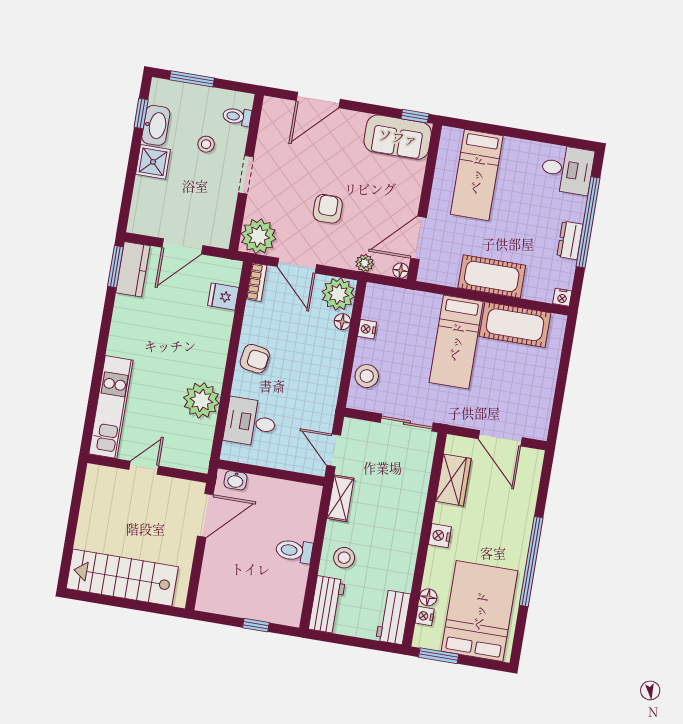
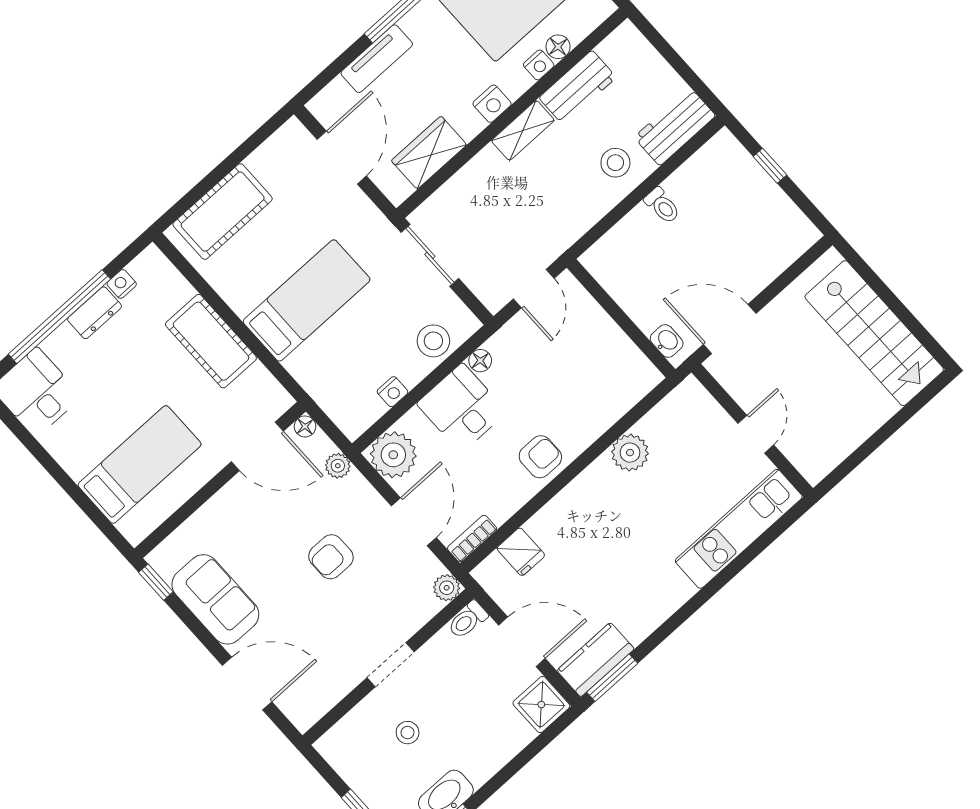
toilet: (237, 117) -> (468, 620), moved, turned 90
sofa: (398, 137) -> (215, 599), moved
shower: (153, 162) -> (541, 705), moved
plant: (258, 236) -> (447, 588), width x0.53, depth x0.53
nightstand: (562, 297) -> (122, 284), moved, turned -90
floor lamp: (342, 322) -> (480, 361), moved
cot: (515, 325) -> (223, 212), moved, turned 90
armchair: (255, 359) -> (540, 457), turned 81
plant: (201, 400) -> (630, 453), width x0.73, depth x0.73
desk: (250, 422) -> (462, 408), moved, turned 180
door: (144, 468) -> (756, 434), swing flipped
shelving: (340, 498) -> (523, 130), moved
tv unit: (525, 509) -> (377, 59), added
toilet: (294, 551) -> (662, 206), width x0.73, depth x0.72
nightstand: (425, 616) -> (539, 65), moved
workbench: (393, 617) -> (578, 88), moved

